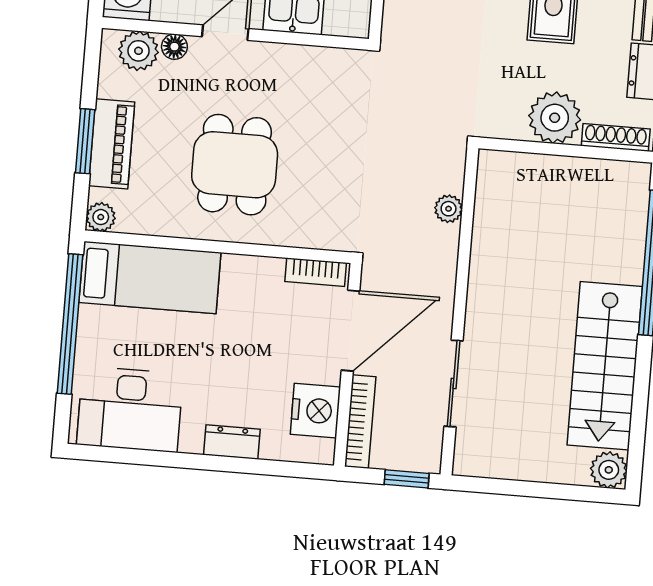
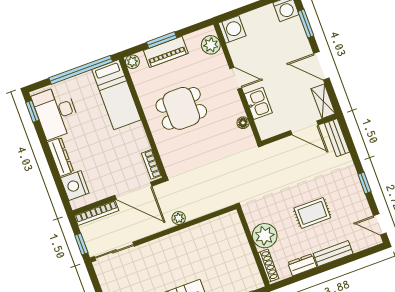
floor lamp: (174, 47) -> (243, 123), moved
plant: (449, 209) -> (179, 218), moved
sliding door: (454, 383) -> (114, 251), moved
nightstand: (315, 411) -> (75, 185), moved, turned 90
dresser: (232, 442) -> (60, 157), width x1.44
window: (107, 454) -> (32, 111), added

